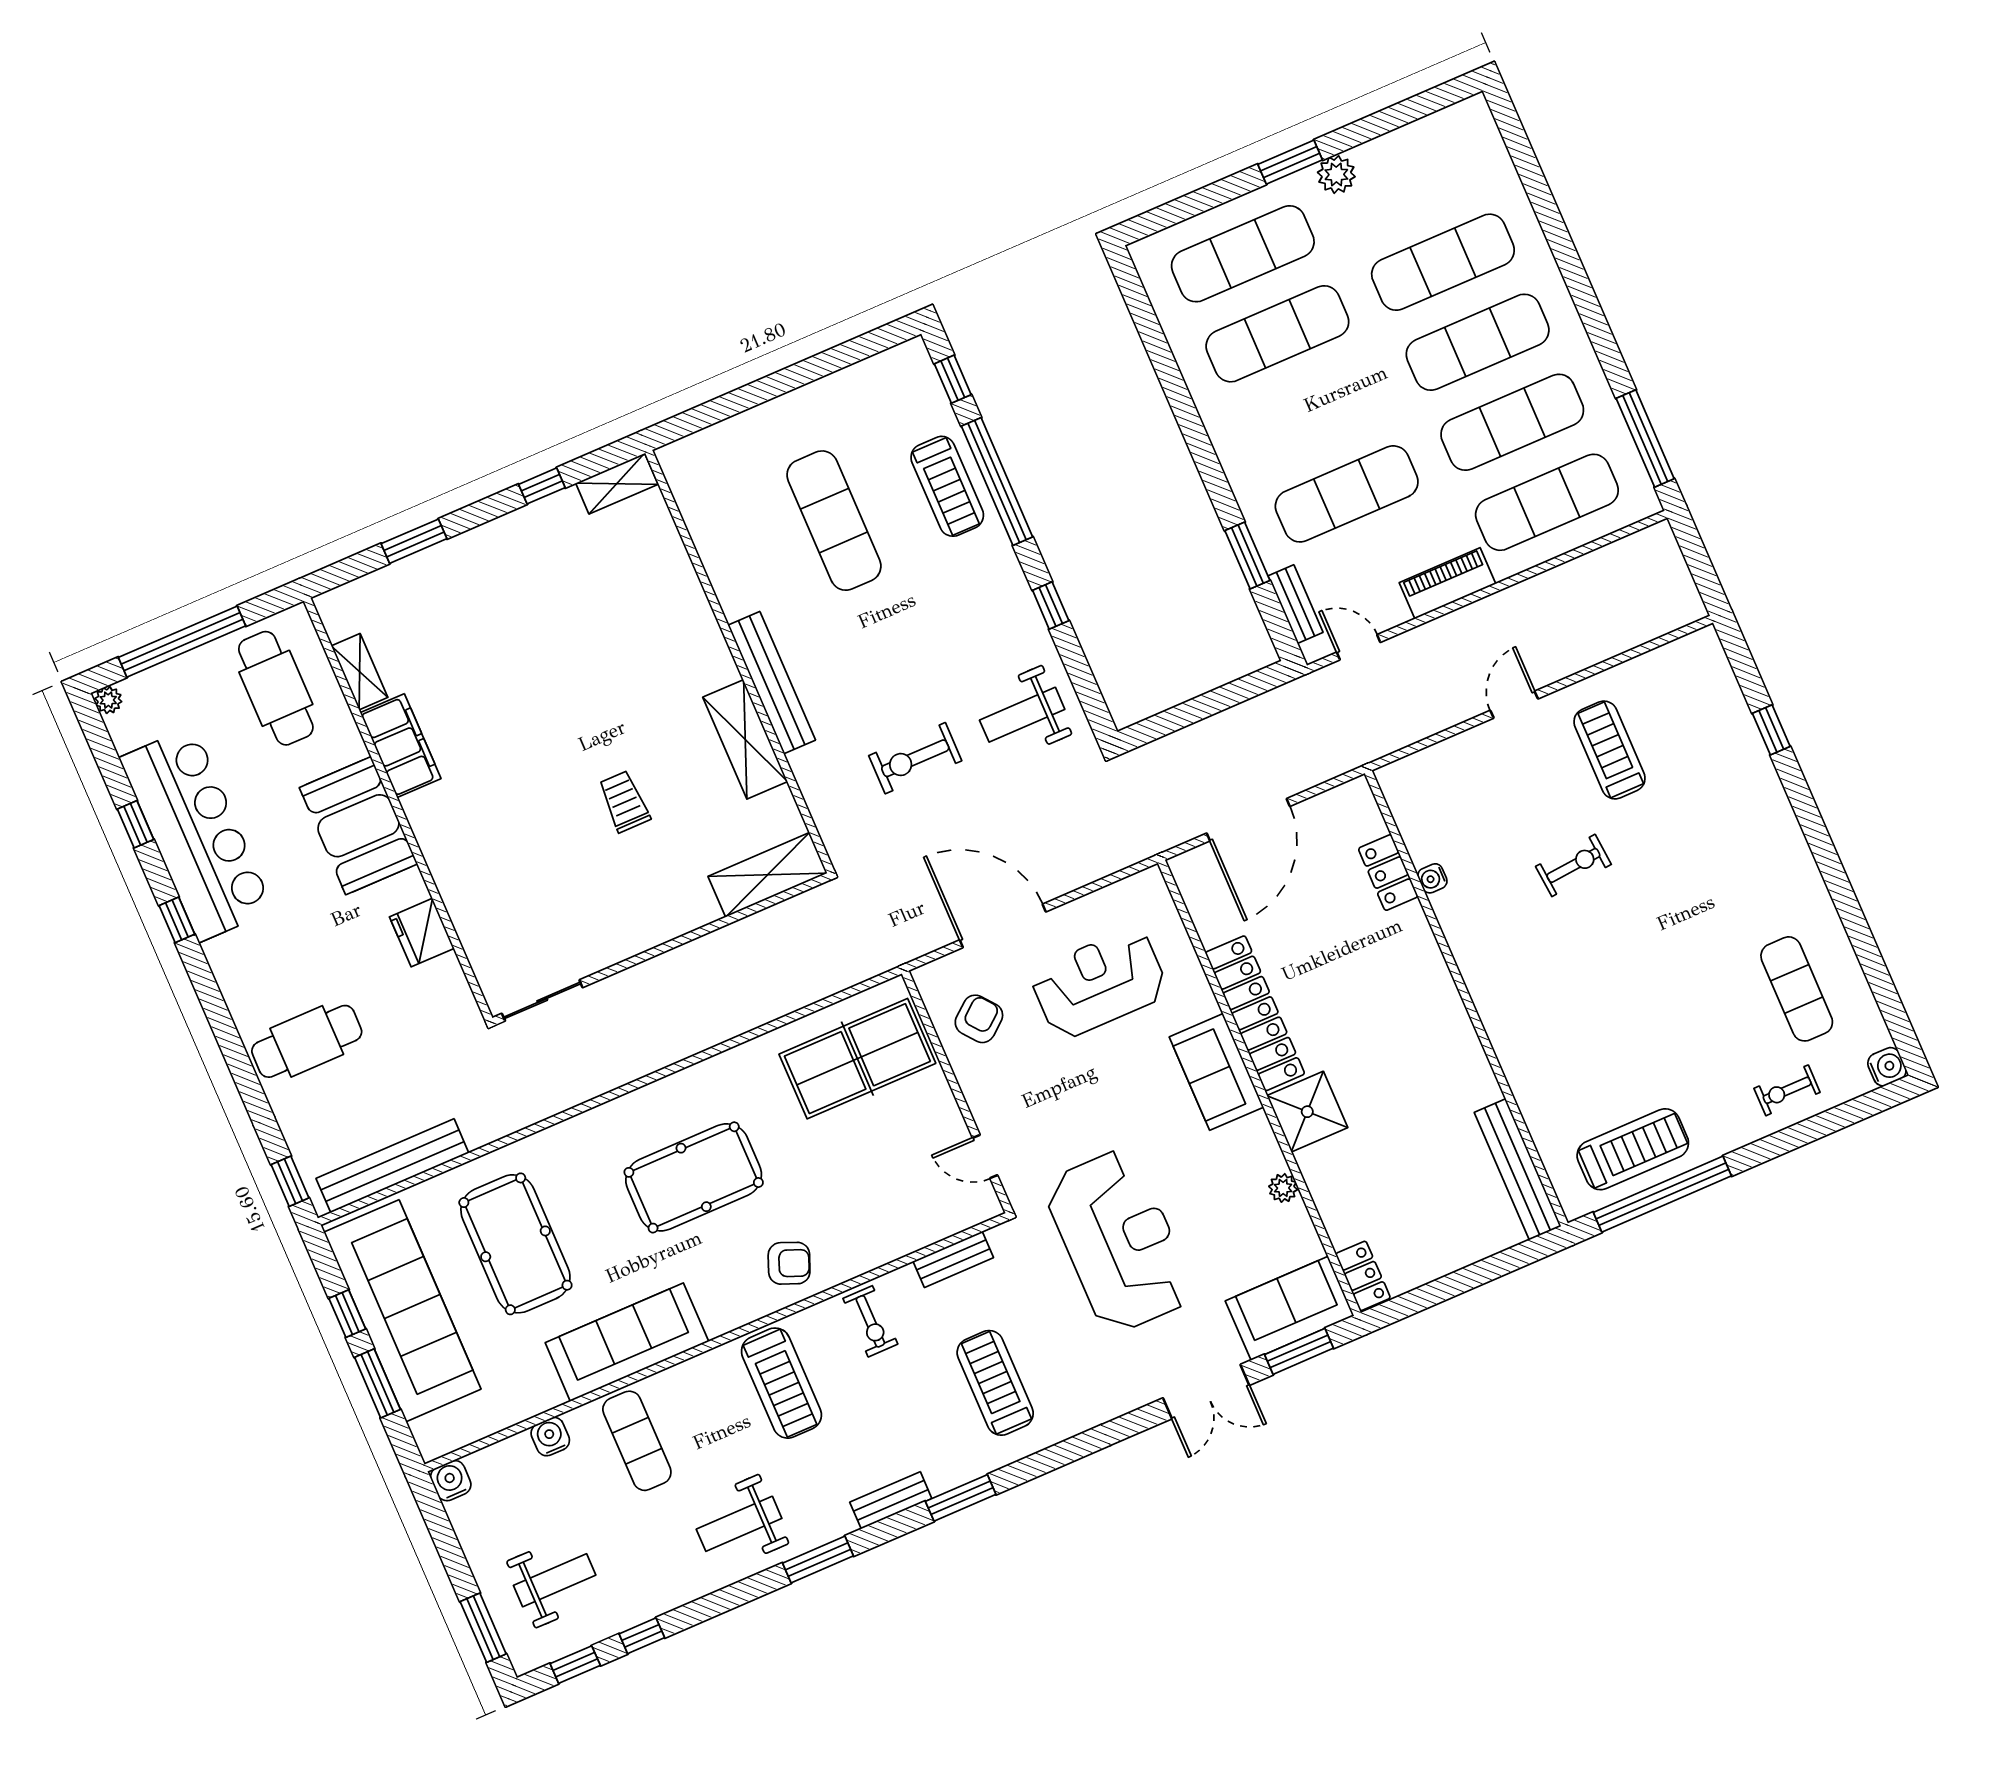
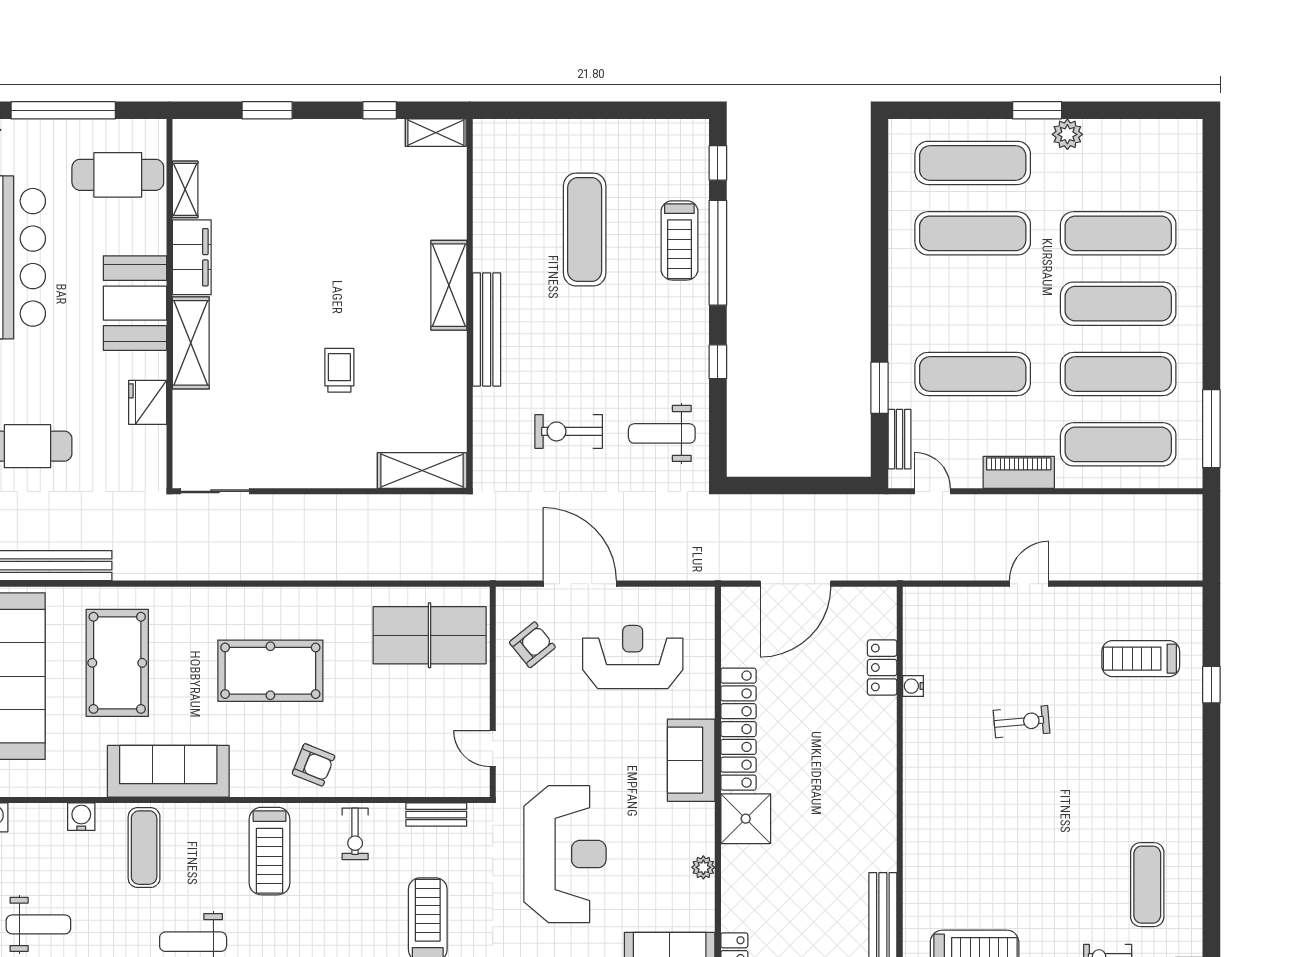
cafe table: (276, 688) -> (118, 175), turned 90
shelving: (745, 739) -> (449, 285), moved
treadmill: (1609, 750) -> (1141, 659), moved, turned -90
shelving: (442, 844) -> (191, 343), added

